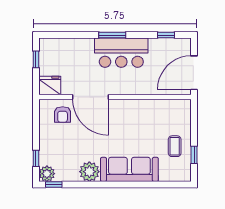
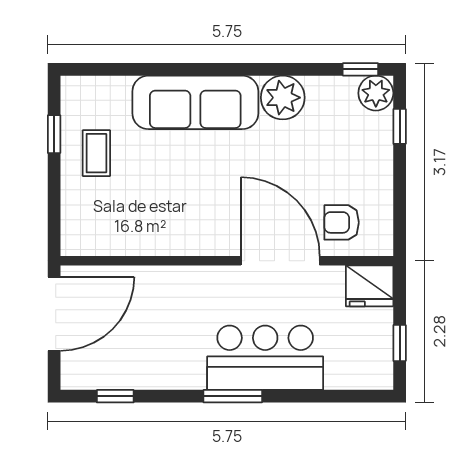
bar counter: (121, 53) -> (265, 358), moved
armchair: (63, 114) -> (342, 222), turned -90

